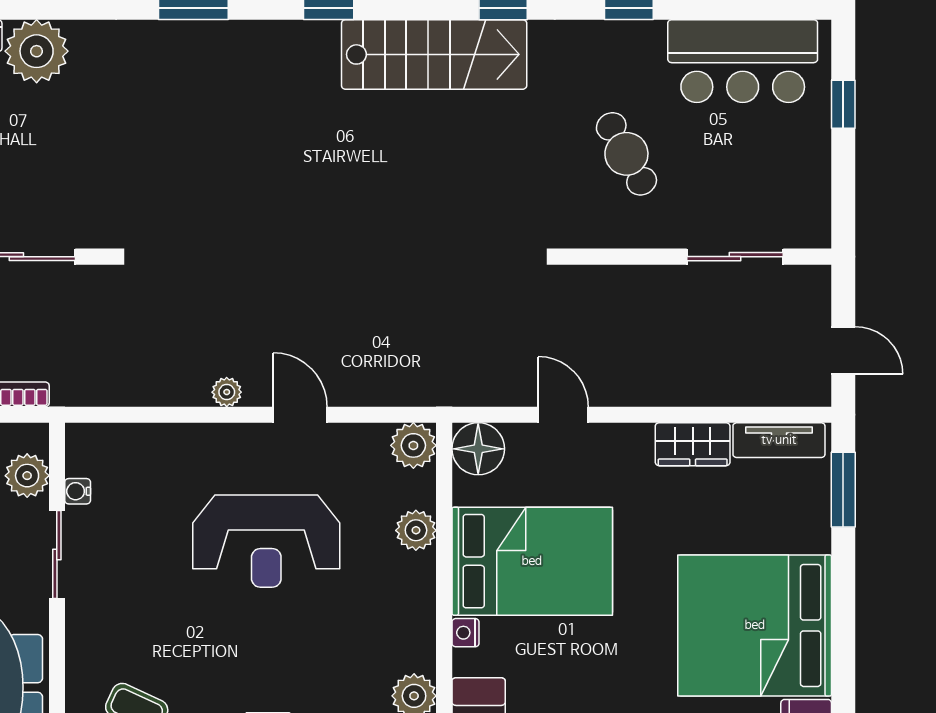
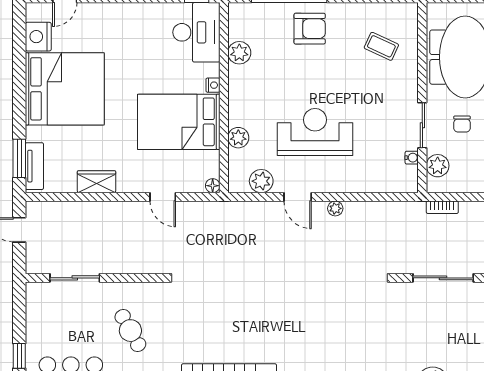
tv unit: (779, 440) -> (34, 166), moved, turned 90
plant: (413, 445) -> (261, 181), moved
floor lamp: (478, 449) -> (213, 186), width x0.53, depth x0.53

